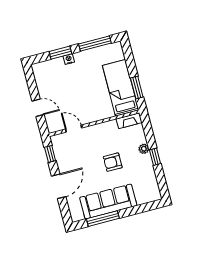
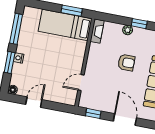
floor lamp: (36, 68) -> (13, 90), added
door: (38, 108) -> (34, 102), moved
armchair: (113, 162) -> (126, 63), turned -90

